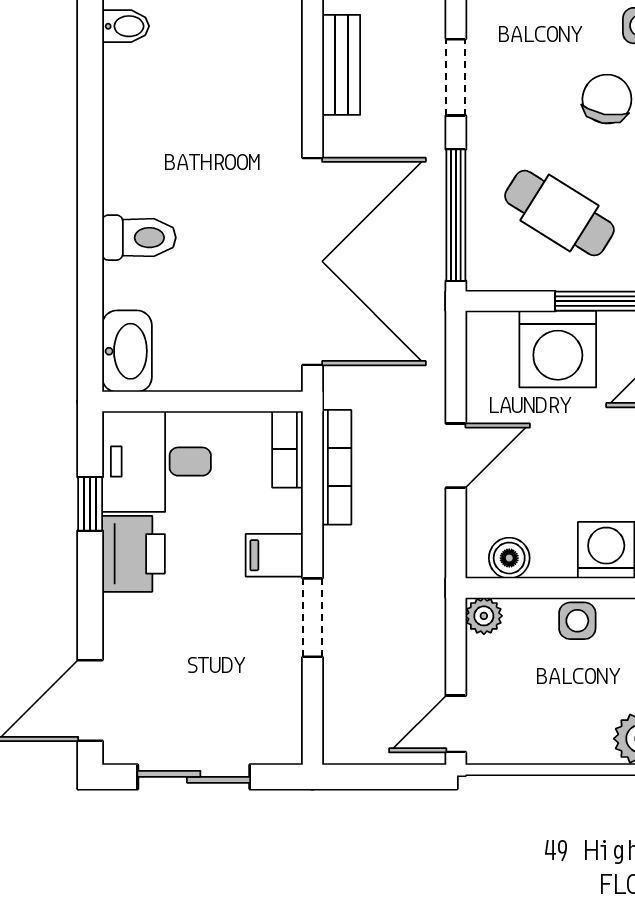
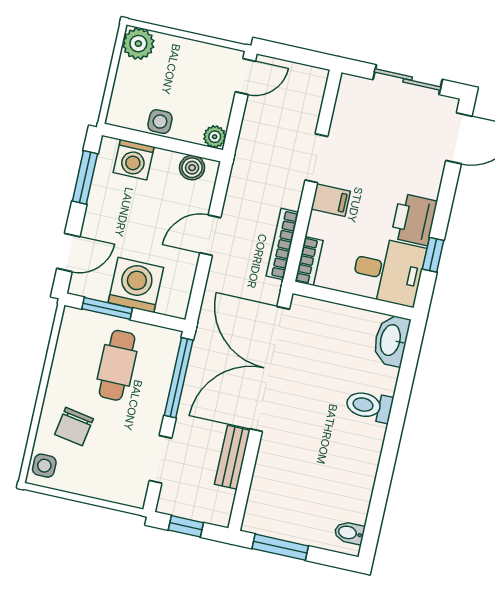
bench: (341, 65) -> (232, 457), moved
cafe table: (559, 213) -> (117, 365), turned 58

